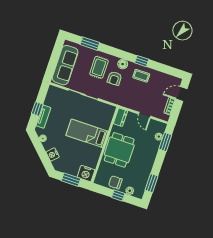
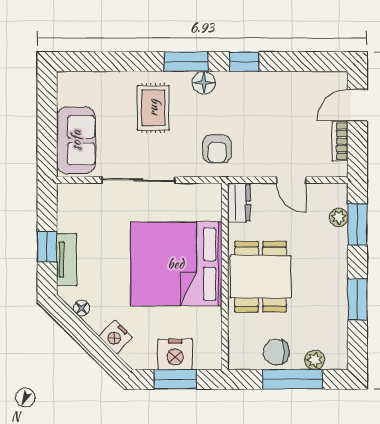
window: (90, 44) -> (186, 62), moved
sofa: (65, 65) -> (76, 140), width x0.73
coffee table: (141, 76) -> (254, 95), removed
armchair: (115, 78) -> (217, 149), moved
bed: (87, 133) -> (176, 264), width x2.04
nightstand: (86, 174) -> (175, 354), moved
window: (151, 183) -> (357, 300), moved
window: (118, 196) -> (293, 379), width x2.17

